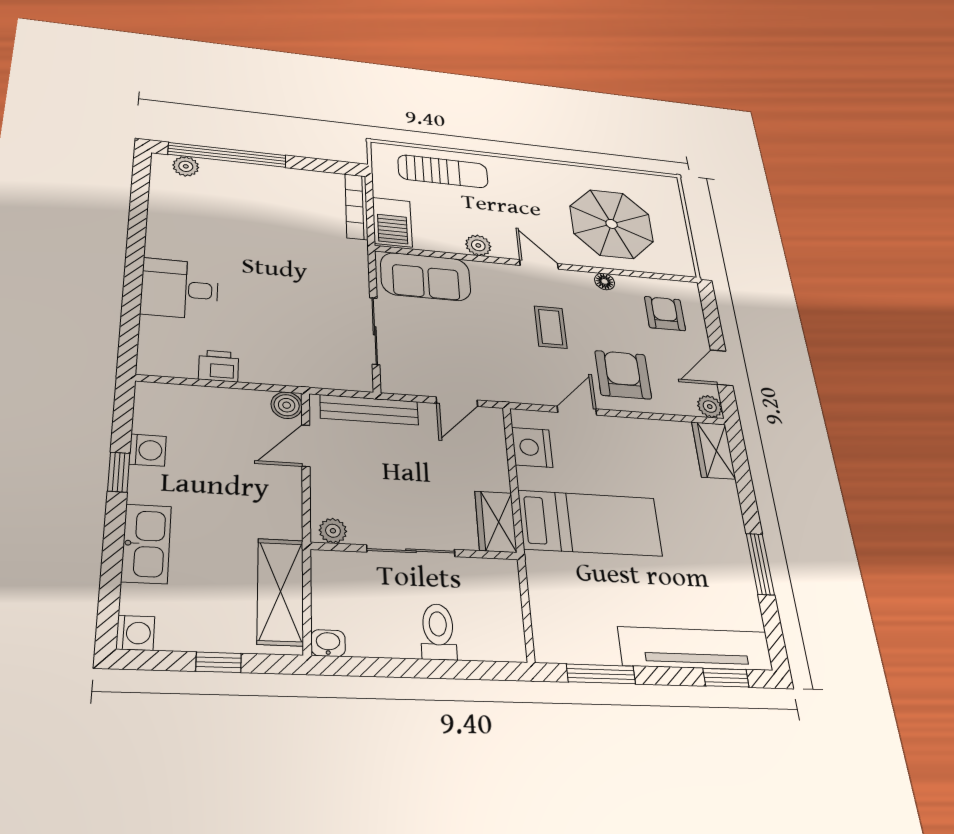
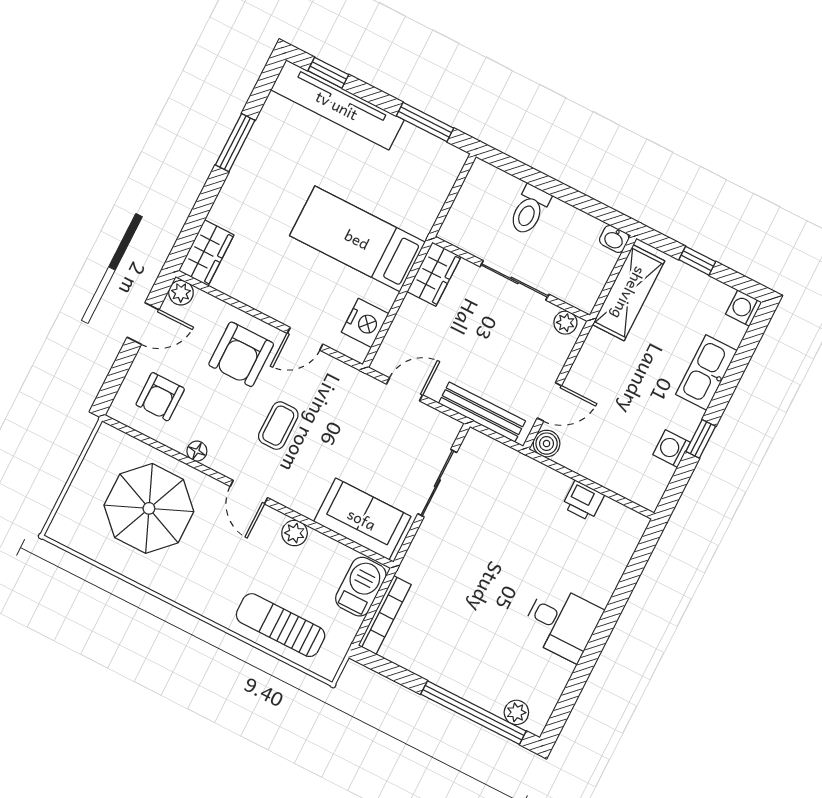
desk: (180, 289) -> (562, 622), moved

